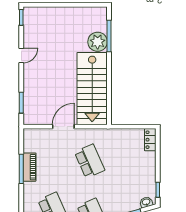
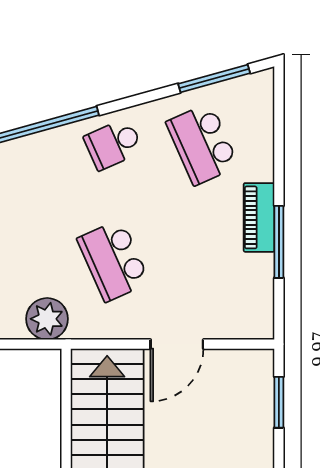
plant: (117, 137) -> (47, 319), added
piano: (29, 167) -> (259, 217), moved

